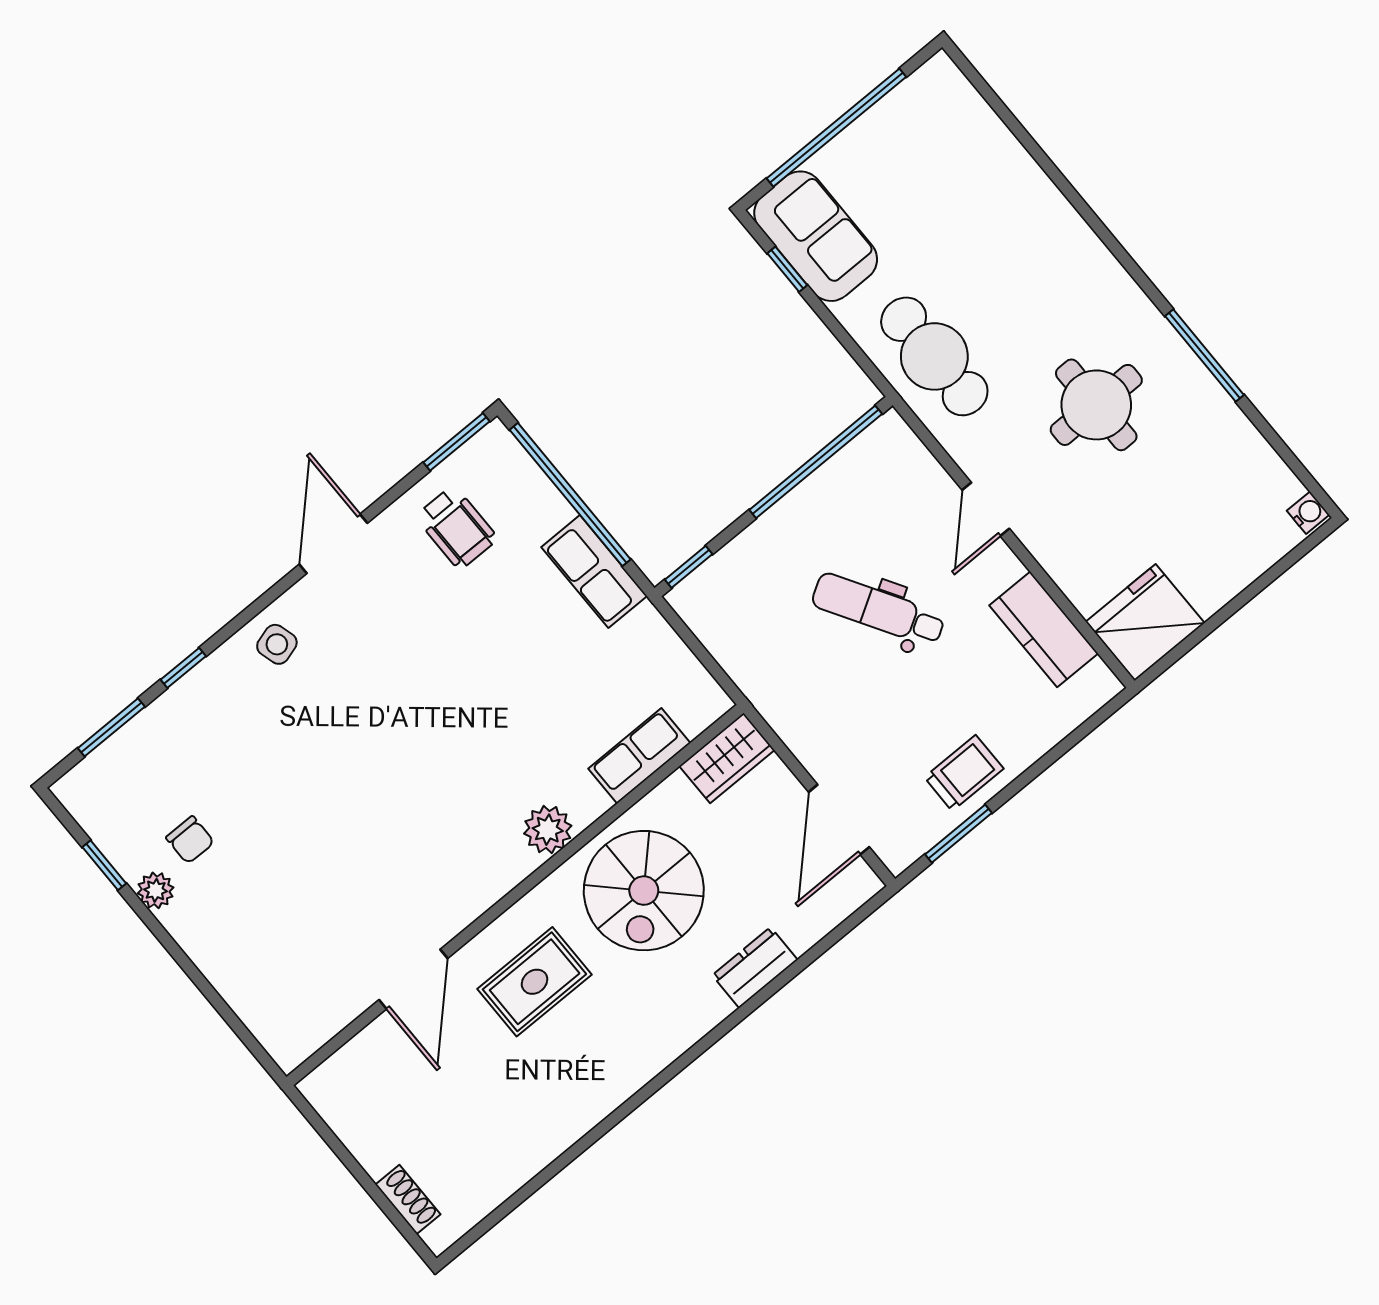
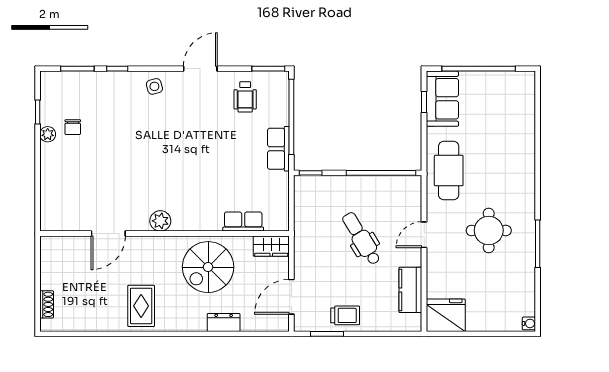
plant: (548, 830) -> (160, 221), moved
rug: (535, 982) -> (141, 306), moved, turned 90

